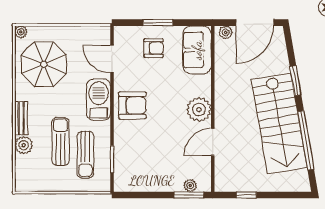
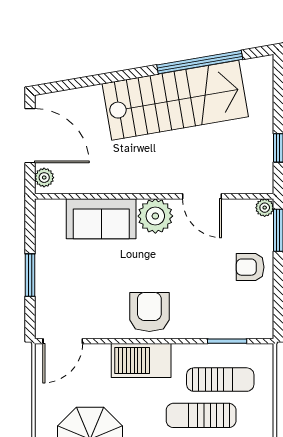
armchair: (154, 48) -> (250, 267), moved, turned -90
sofa: (197, 50) -> (101, 219), moved
door: (112, 59) -> (63, 341), moved
window: (296, 81) -> (114, 77), removed
plant: (190, 185) -> (265, 208), moved

